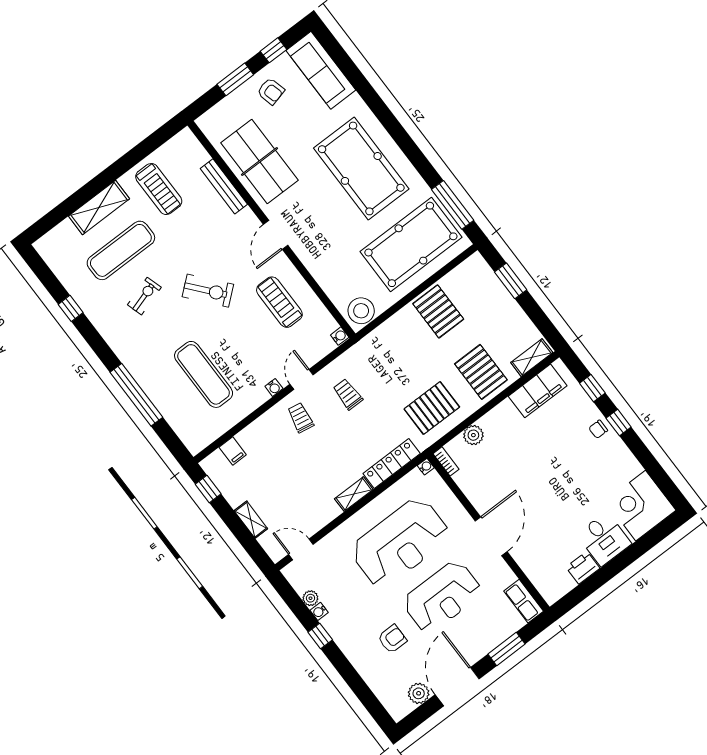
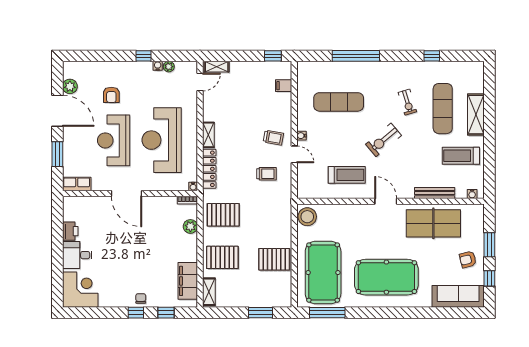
water cooler: (340, 336) -> (472, 194), moved
pallet: (432, 408) -> (223, 215), turned 90
shelving: (251, 520) -> (217, 67), moved

